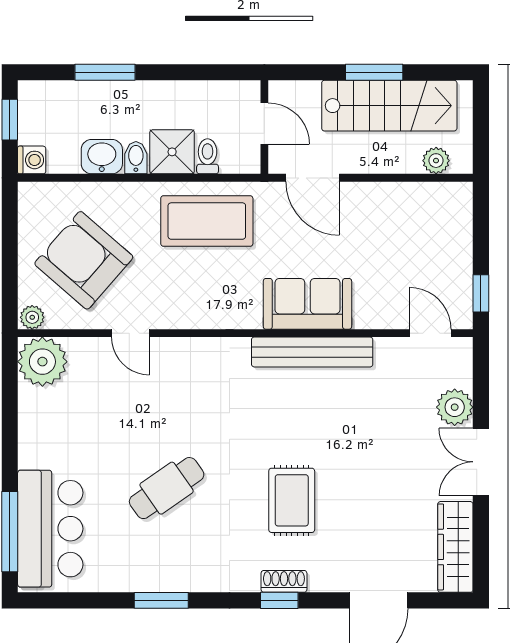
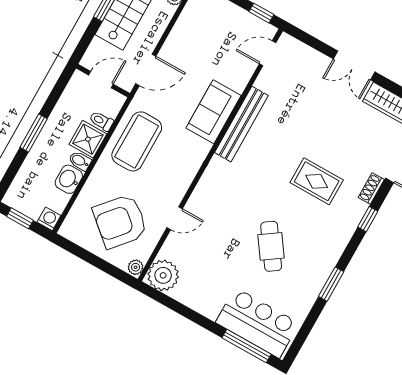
window: (105, 72) -> (34, 133), moved
plant: (455, 407) -> (316, 63), removed
shoe rack: (284, 581) -> (371, 189), moved

